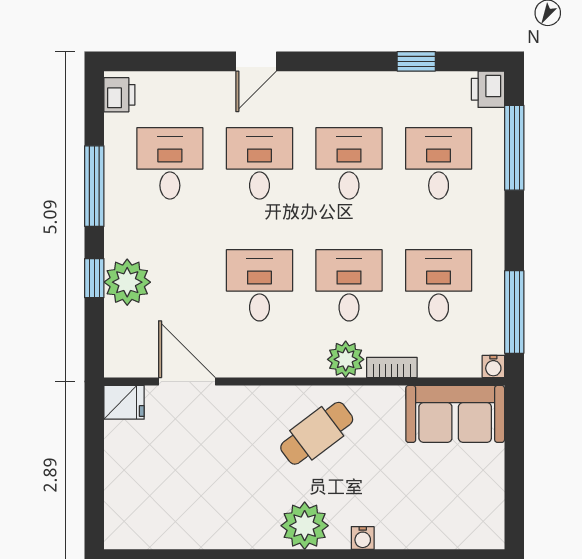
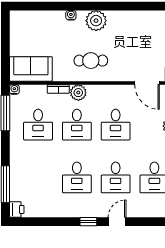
window: (416, 61) -> (88, 222), moved
desk: (439, 163) -> (38, 177), removed
cafe table: (317, 433) -> (91, 61), turned 37

